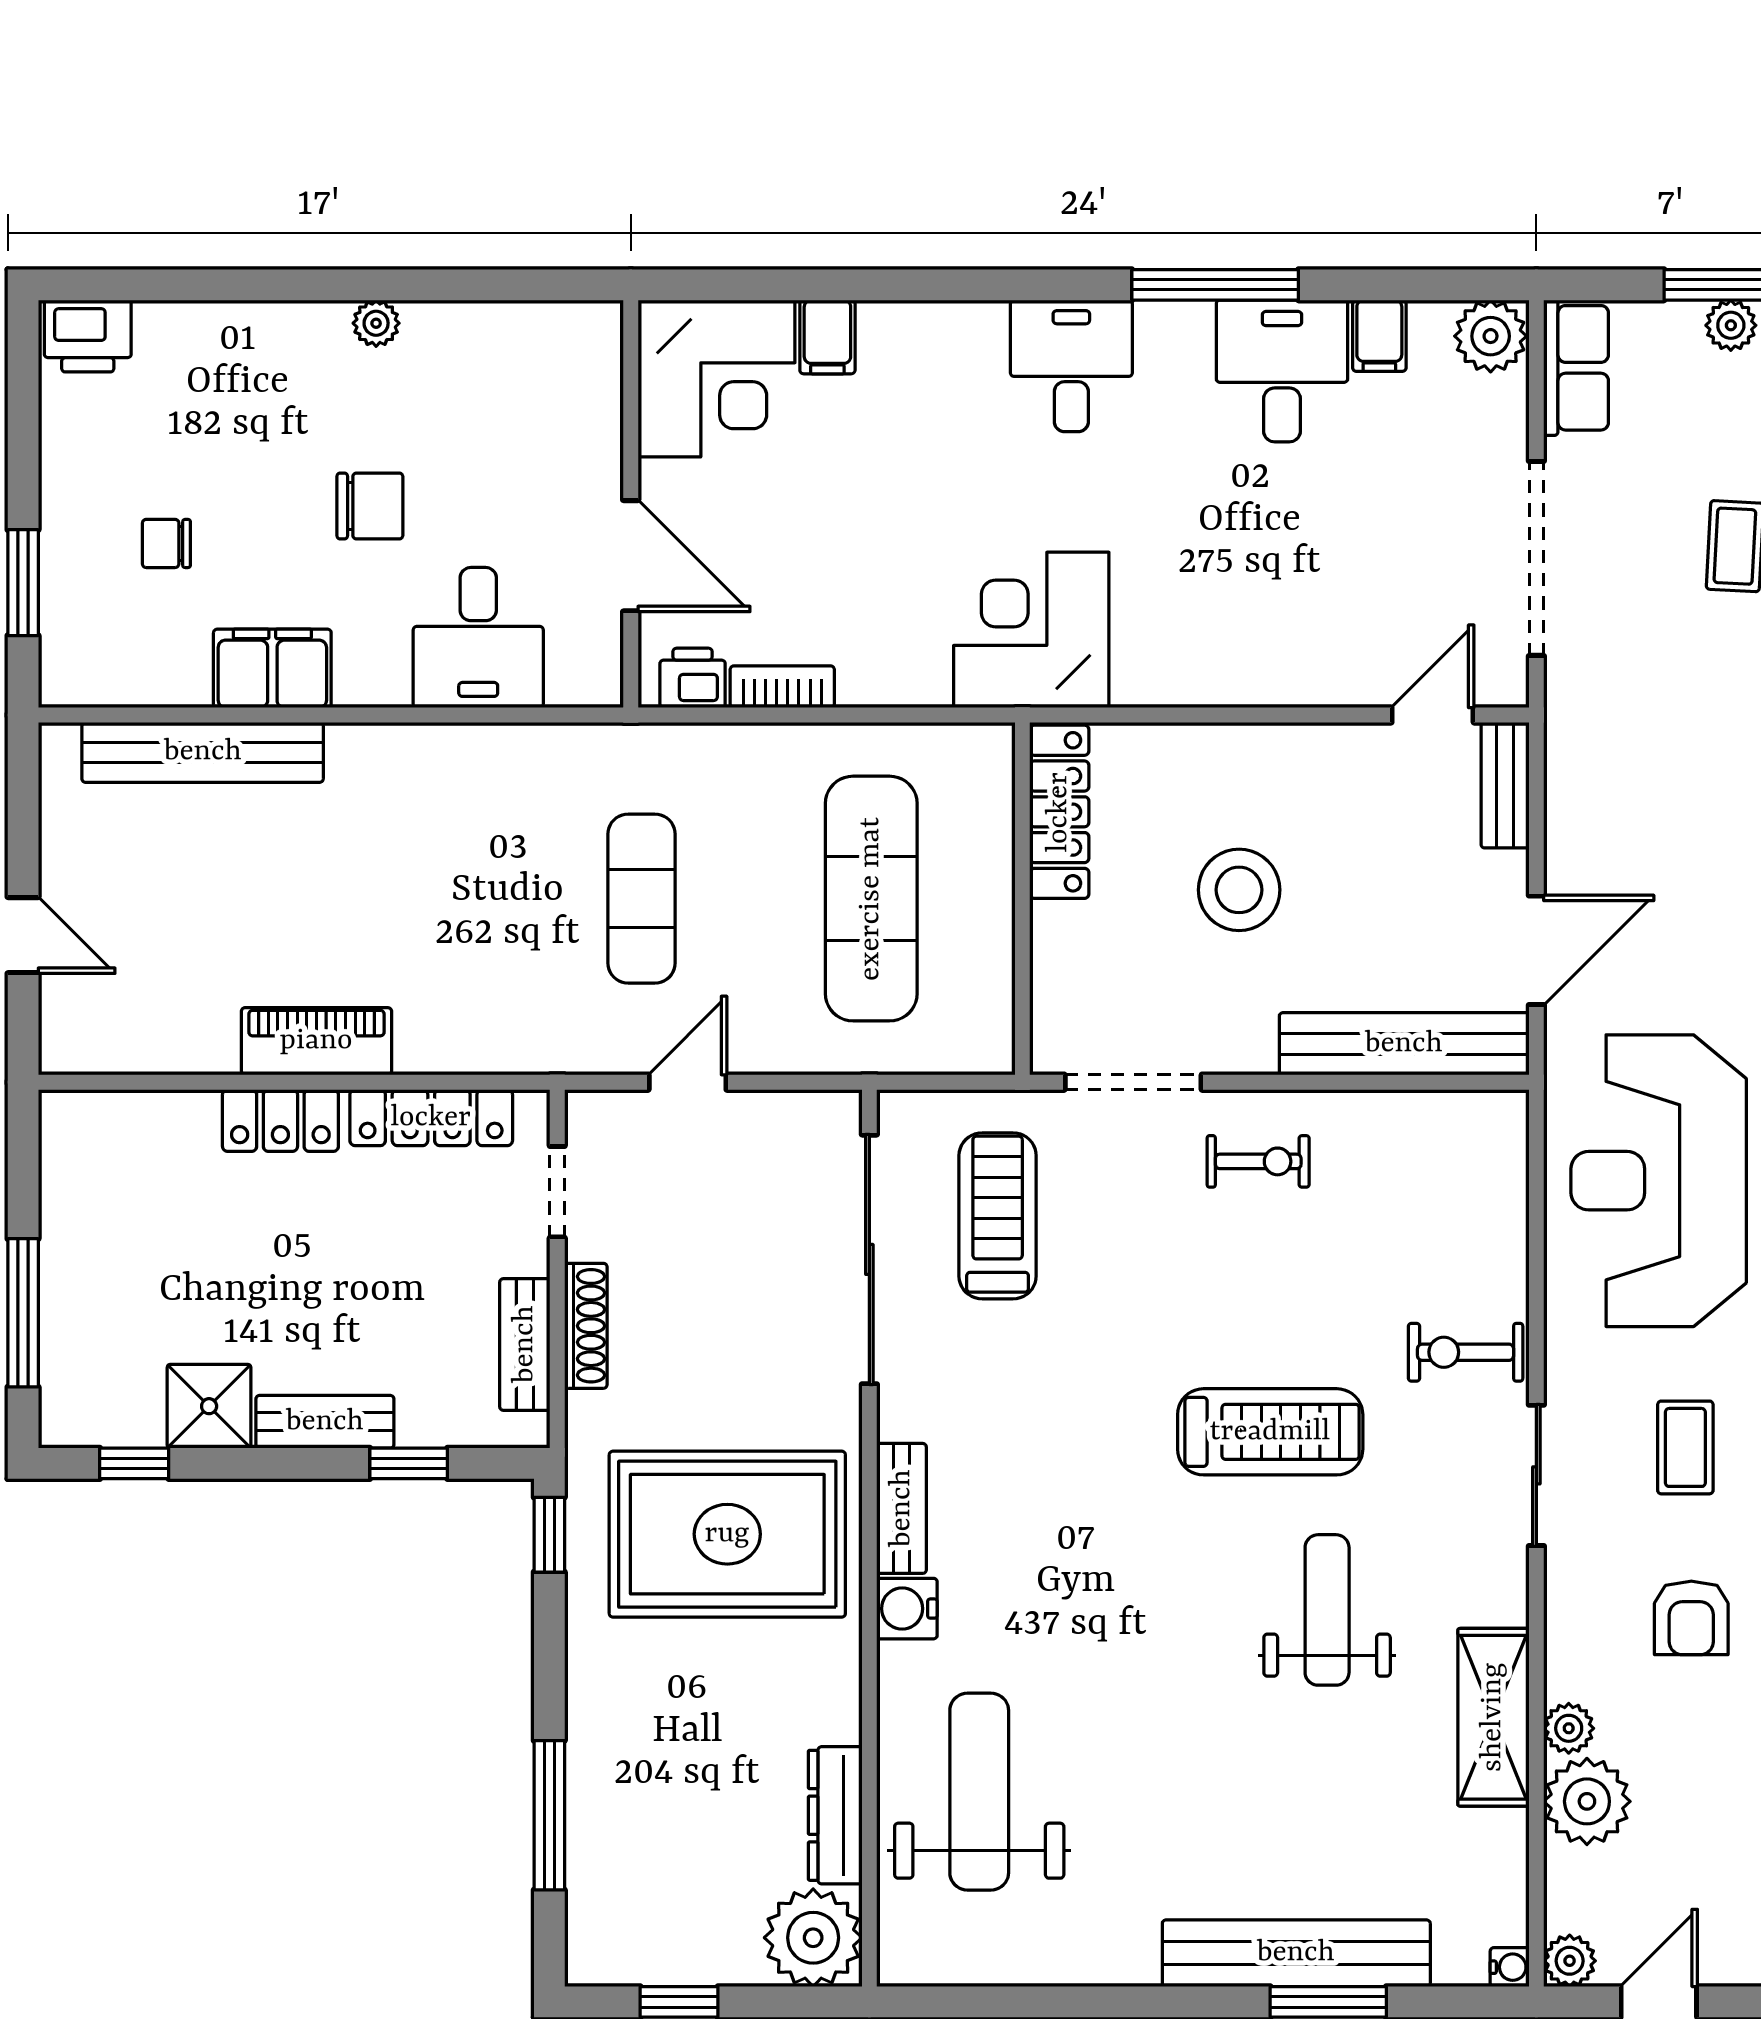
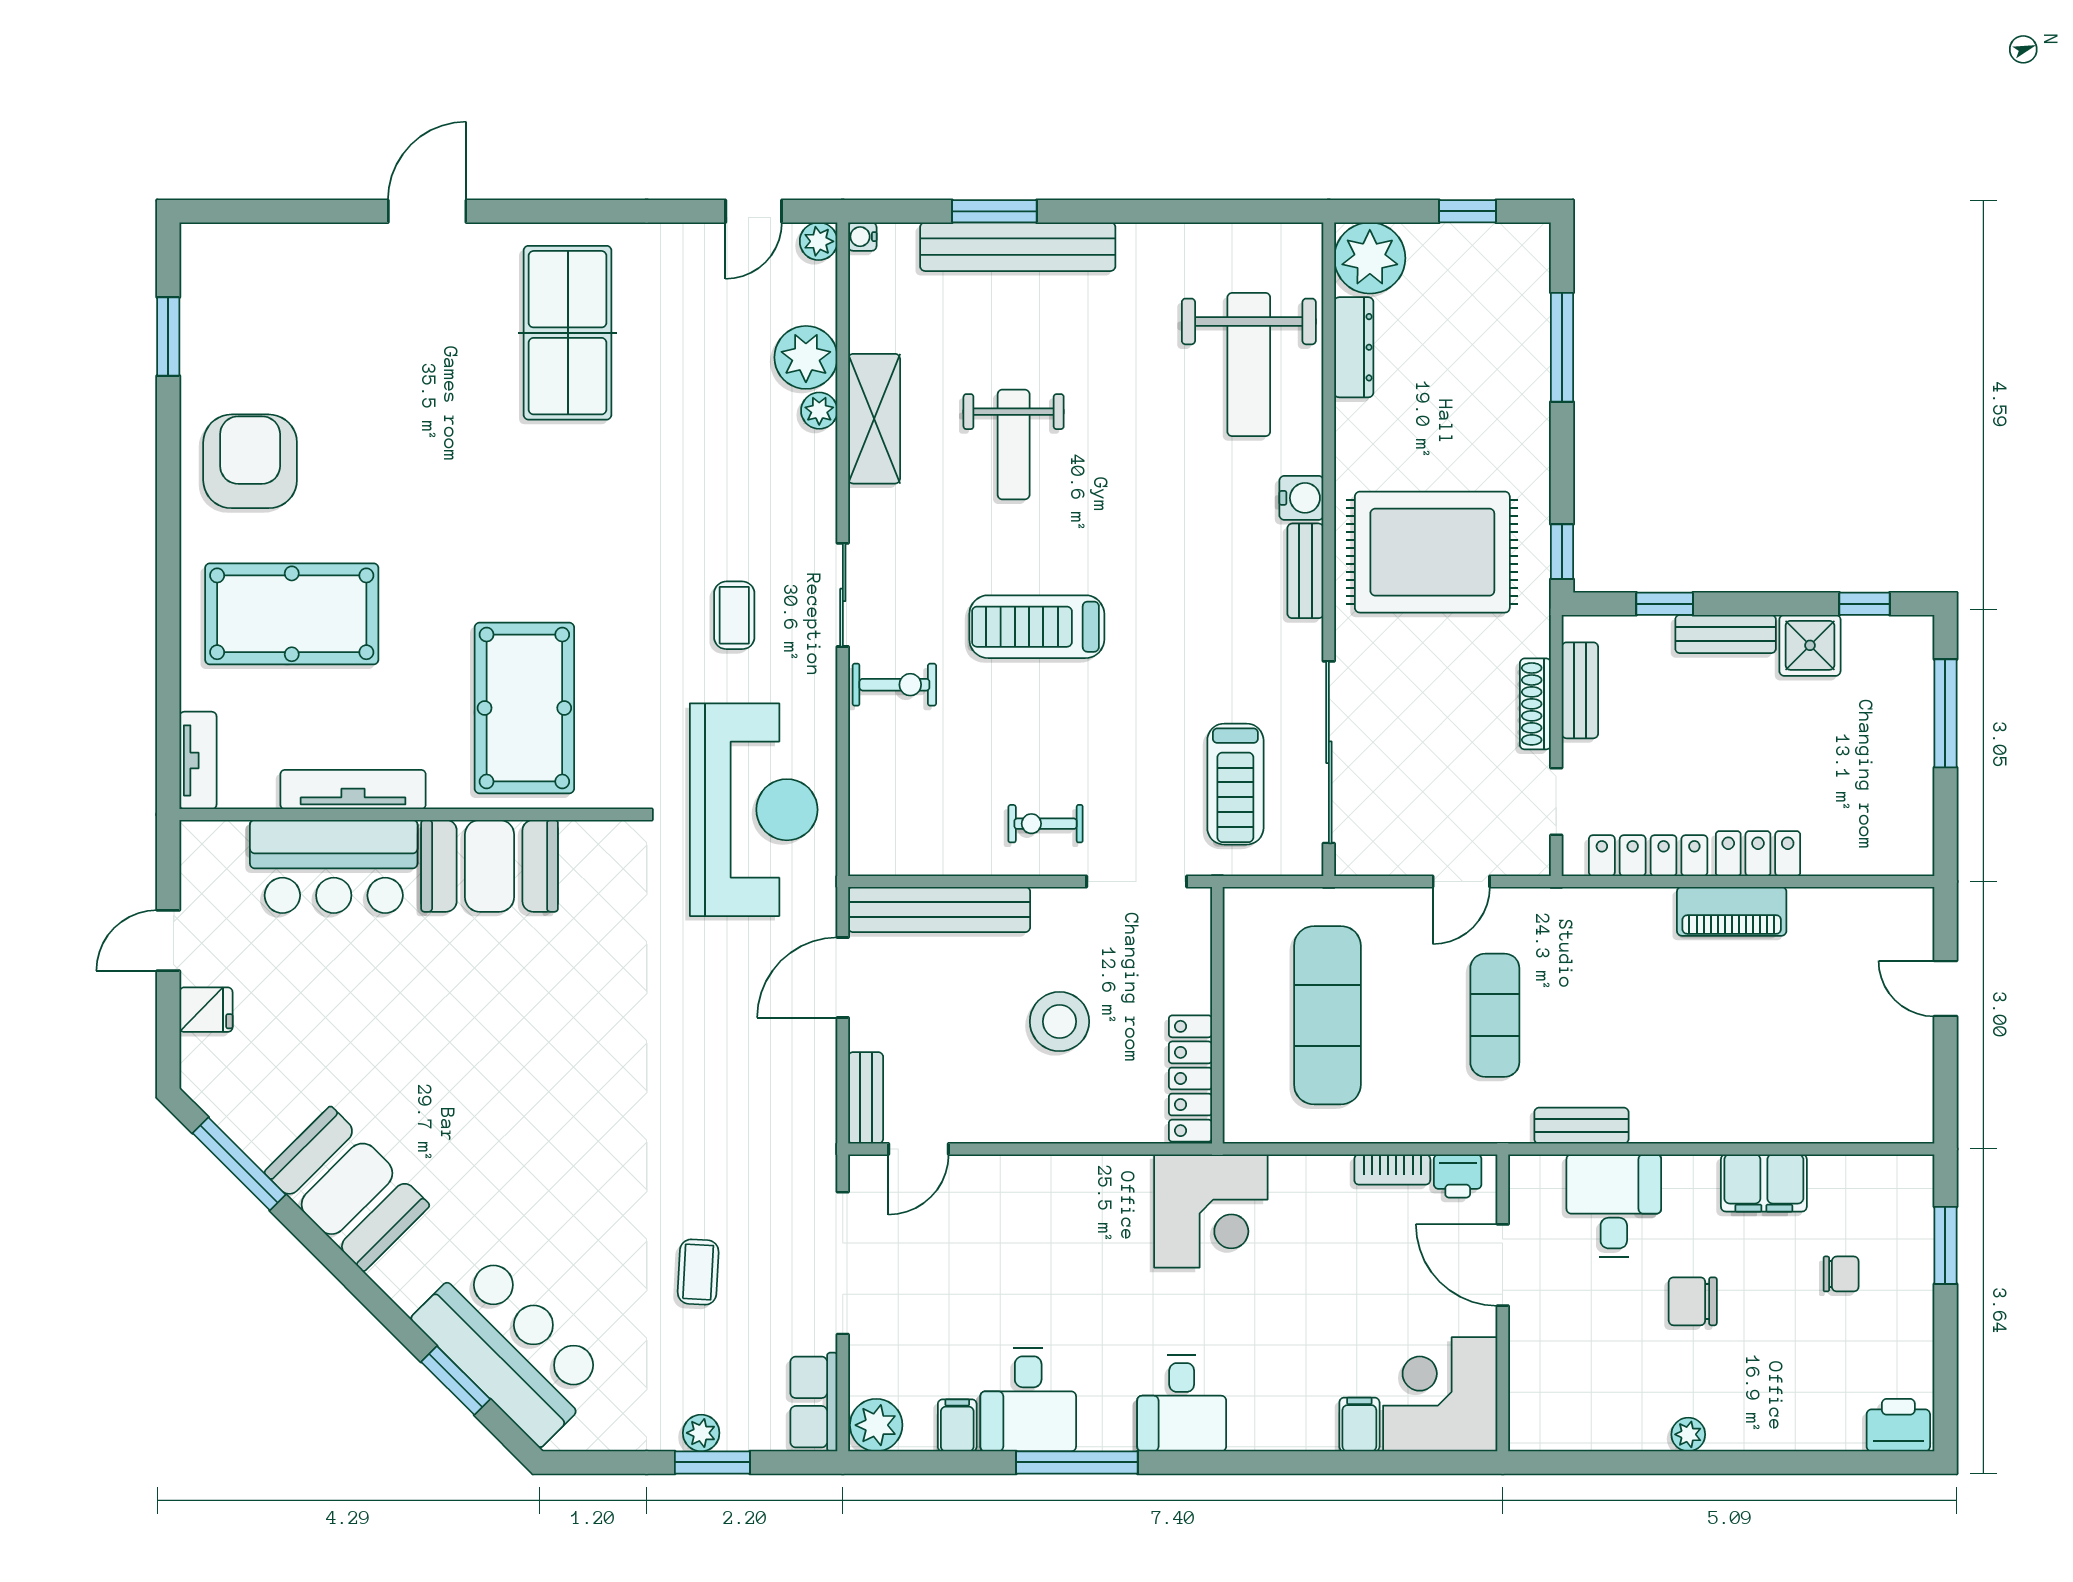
bench: (203, 752) -> (1581, 1126), moved, width x0.54, depth x0.82
weight bench: (1327, 1610) -> (1014, 445), moved
armchair: (1691, 1618) -> (730, 491), removed

